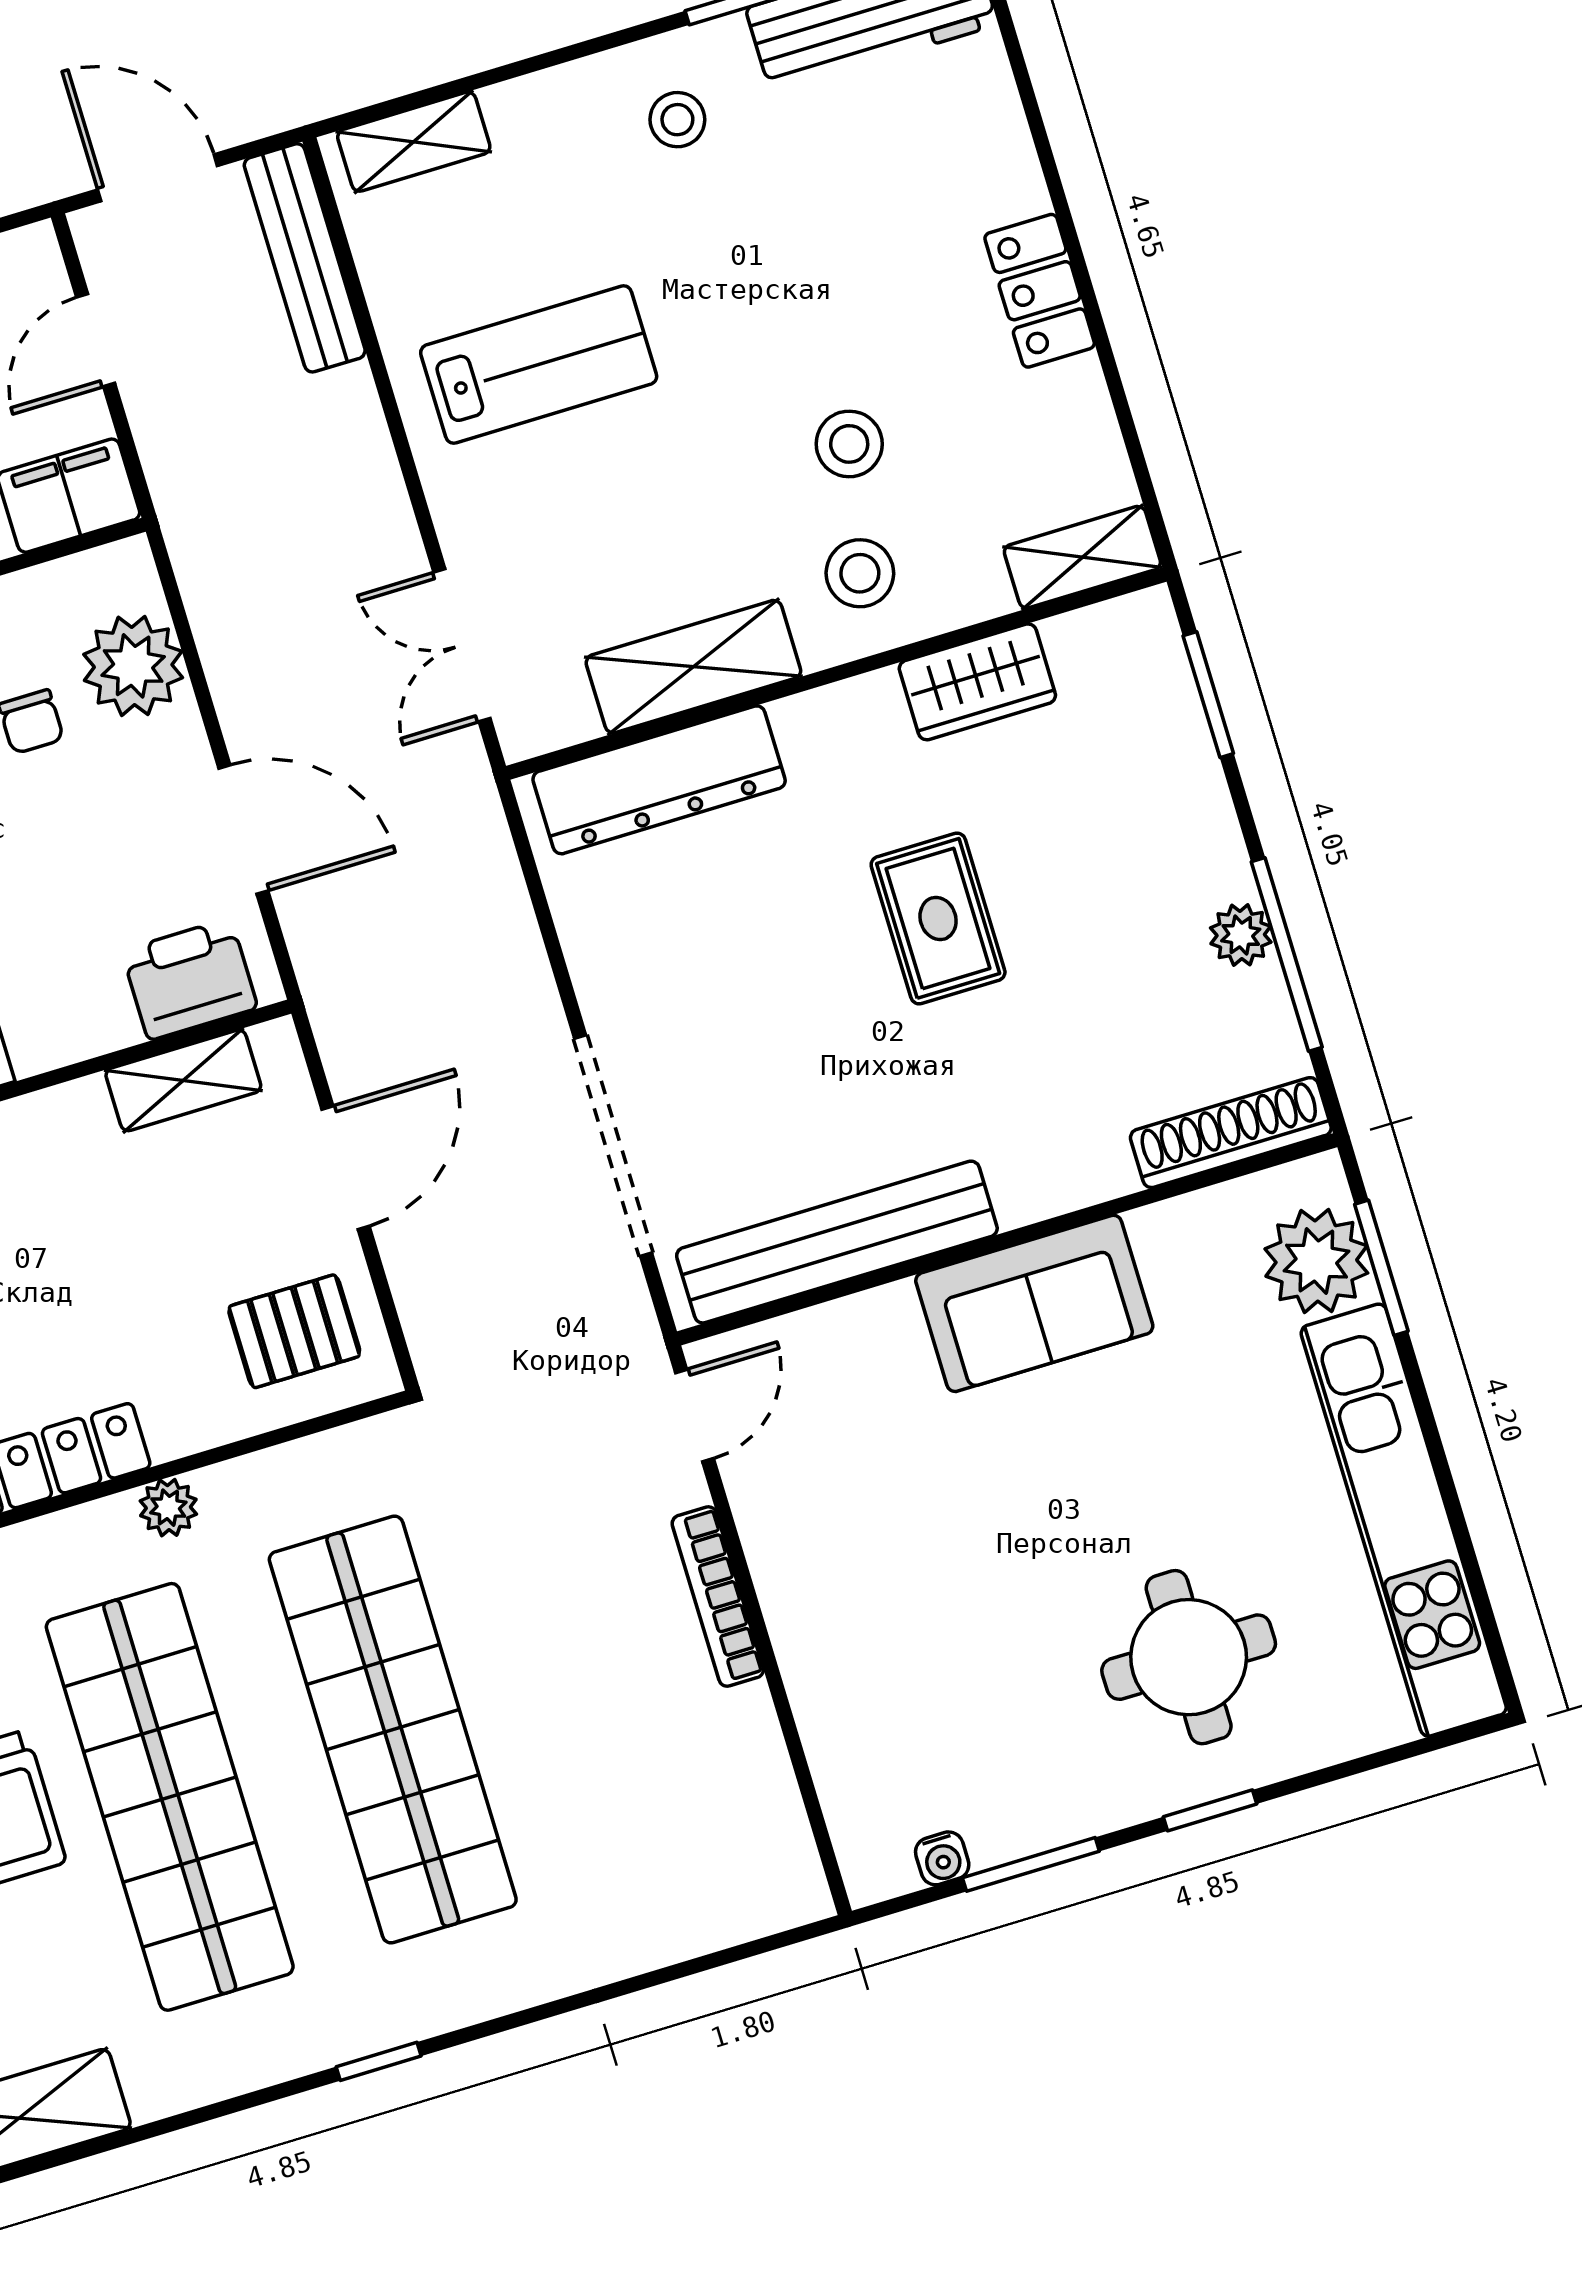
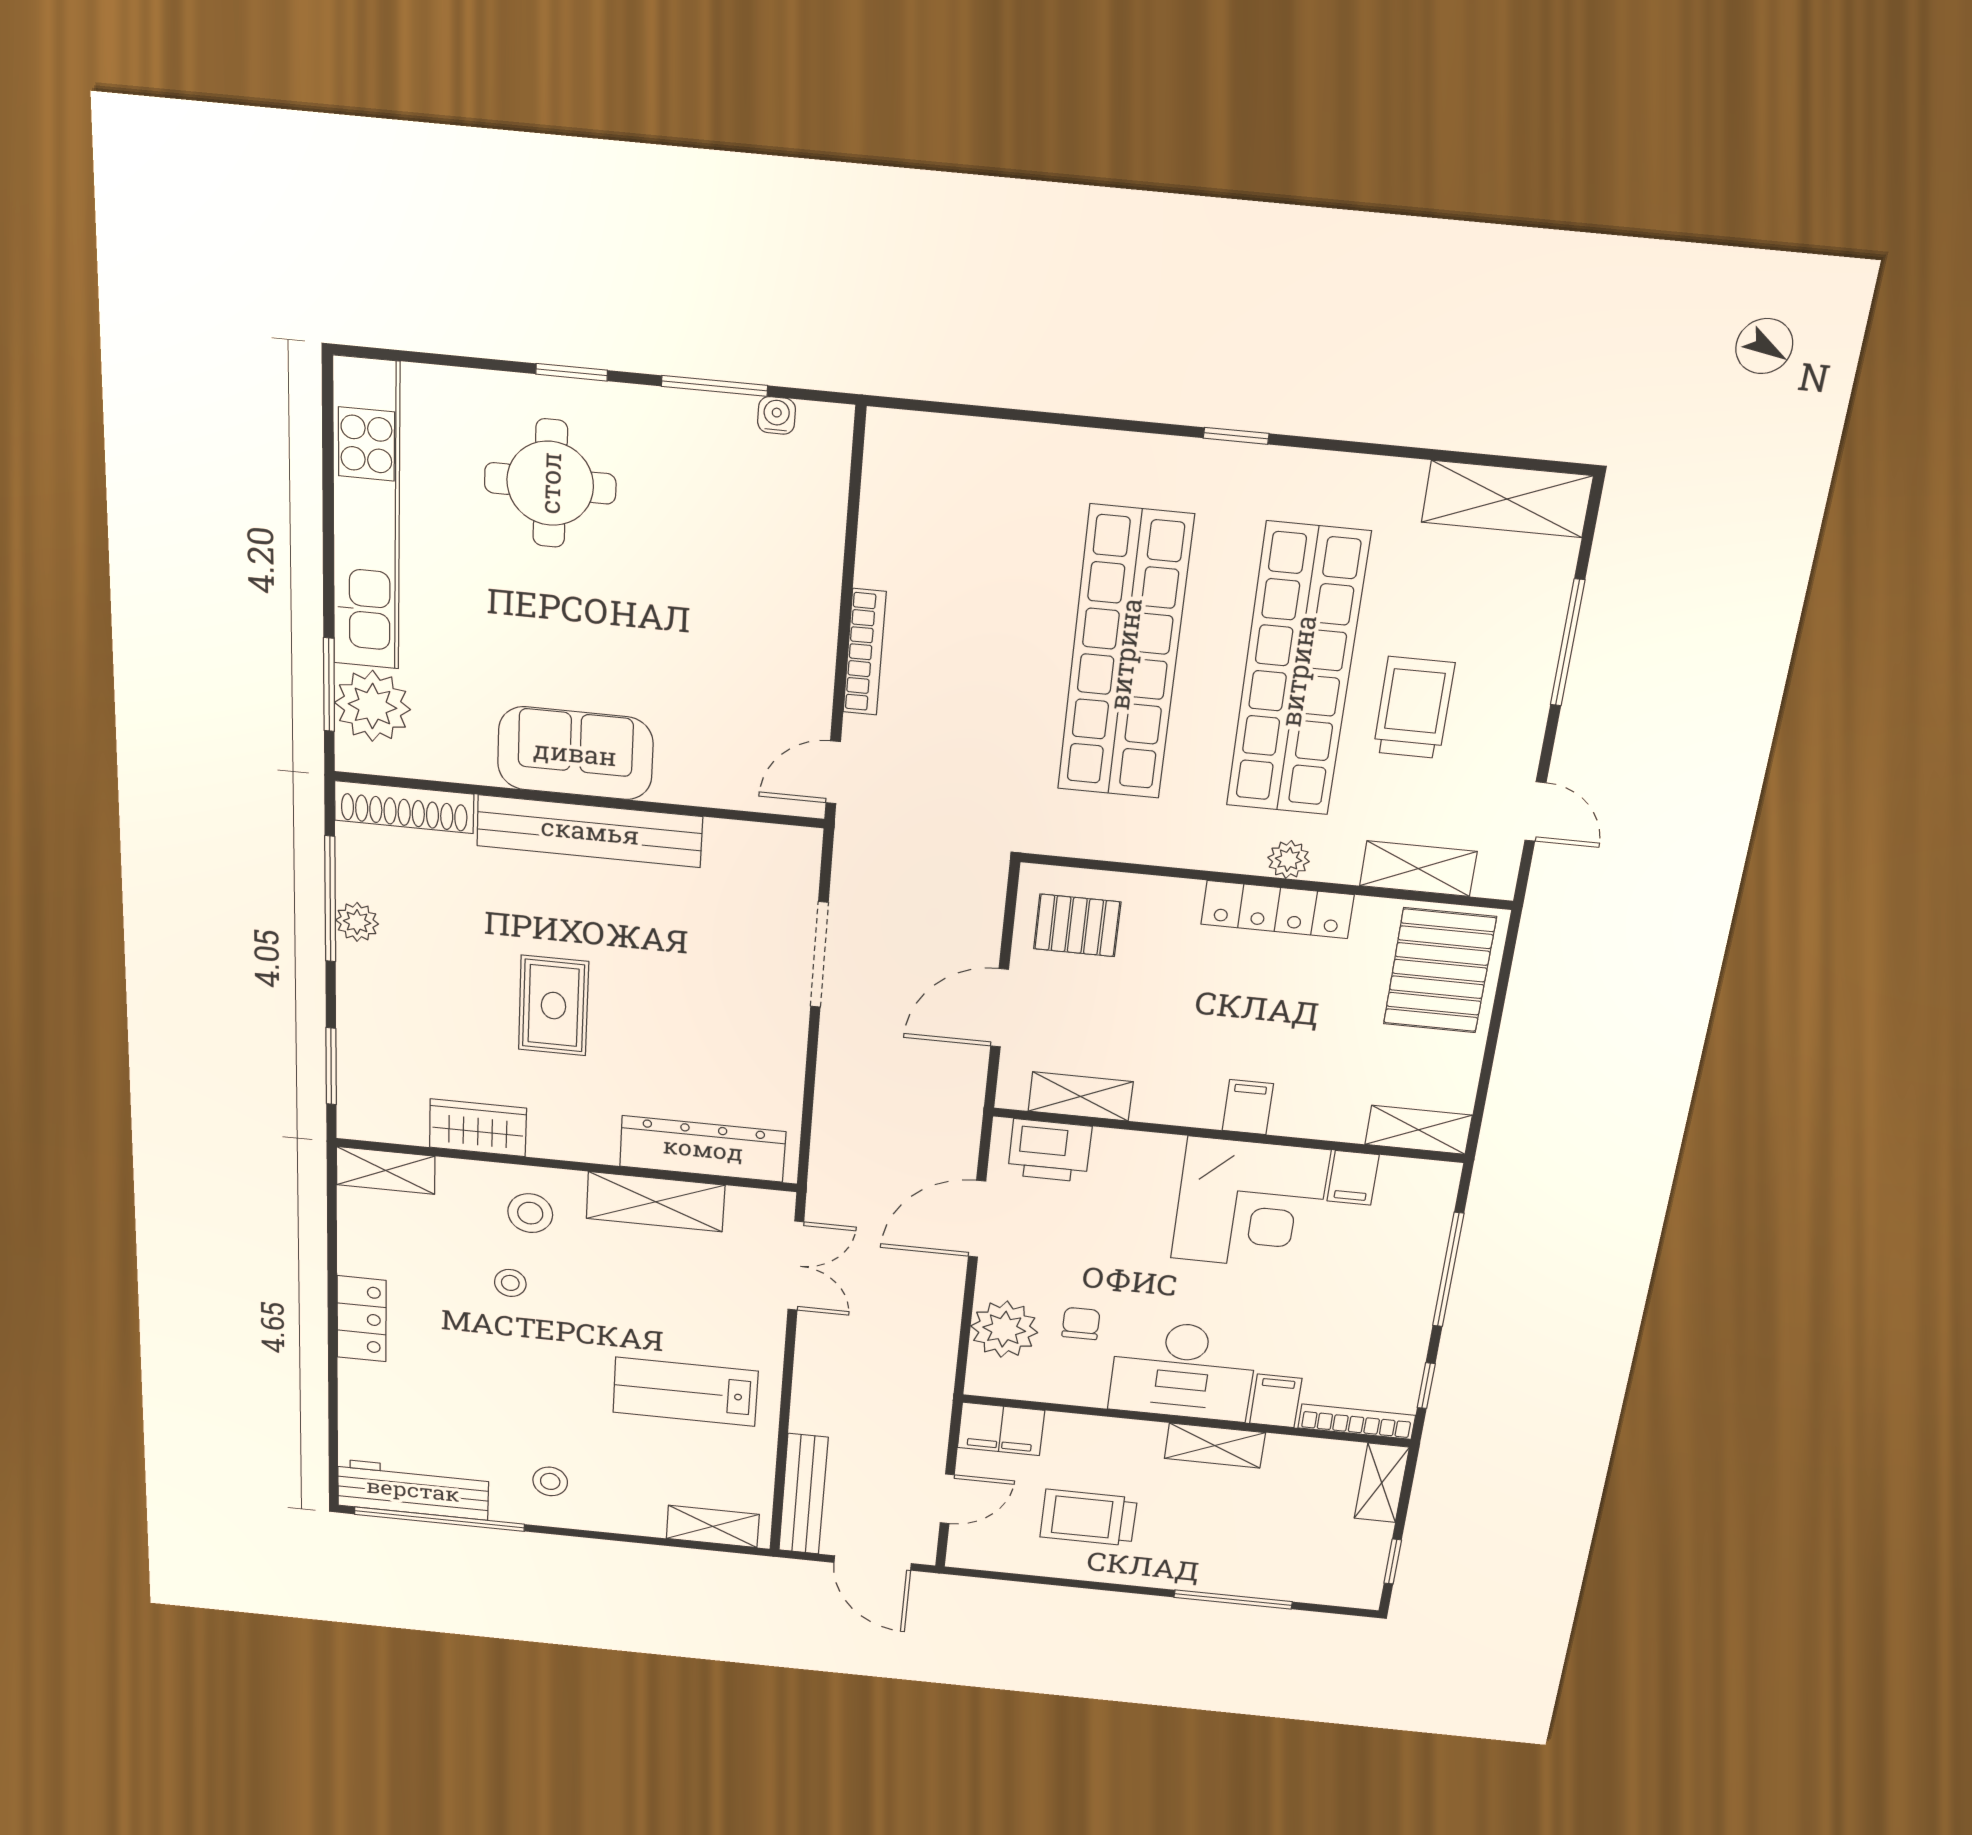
stool: (849, 444) -> (510, 1283), width x0.73, depth x0.73
door: (243, 829) -> (977, 1219), hinge flipped
doorway: (613, 1146) -> (819, 955), width x0.73
bench: (837, 1242) -> (590, 831), moved
plant: (168, 1508) -> (1289, 860), moved

